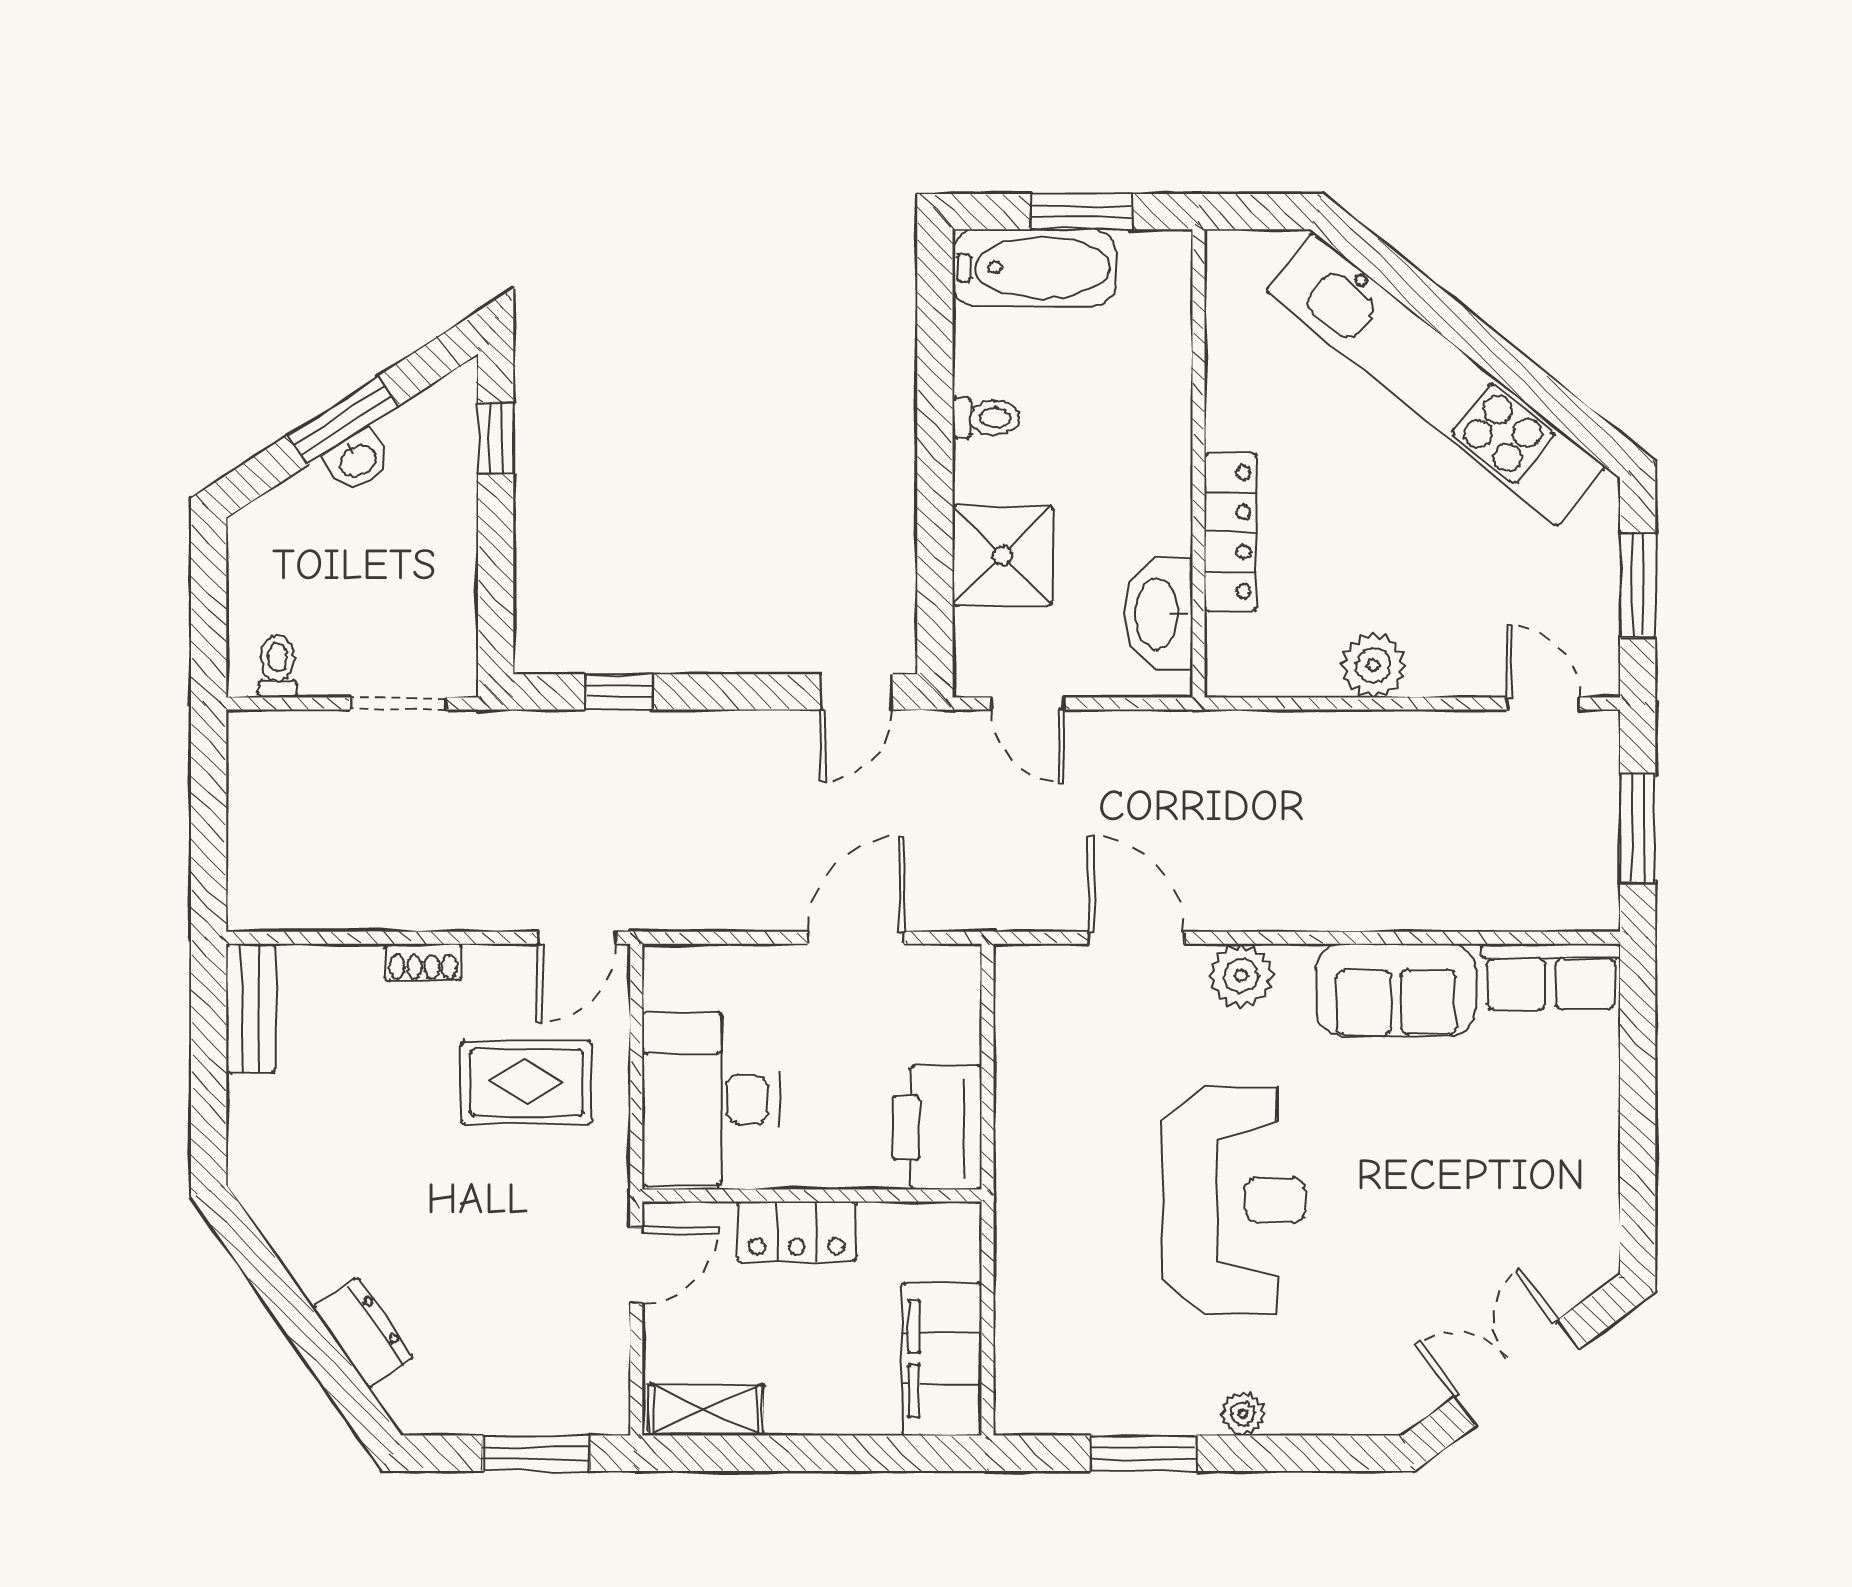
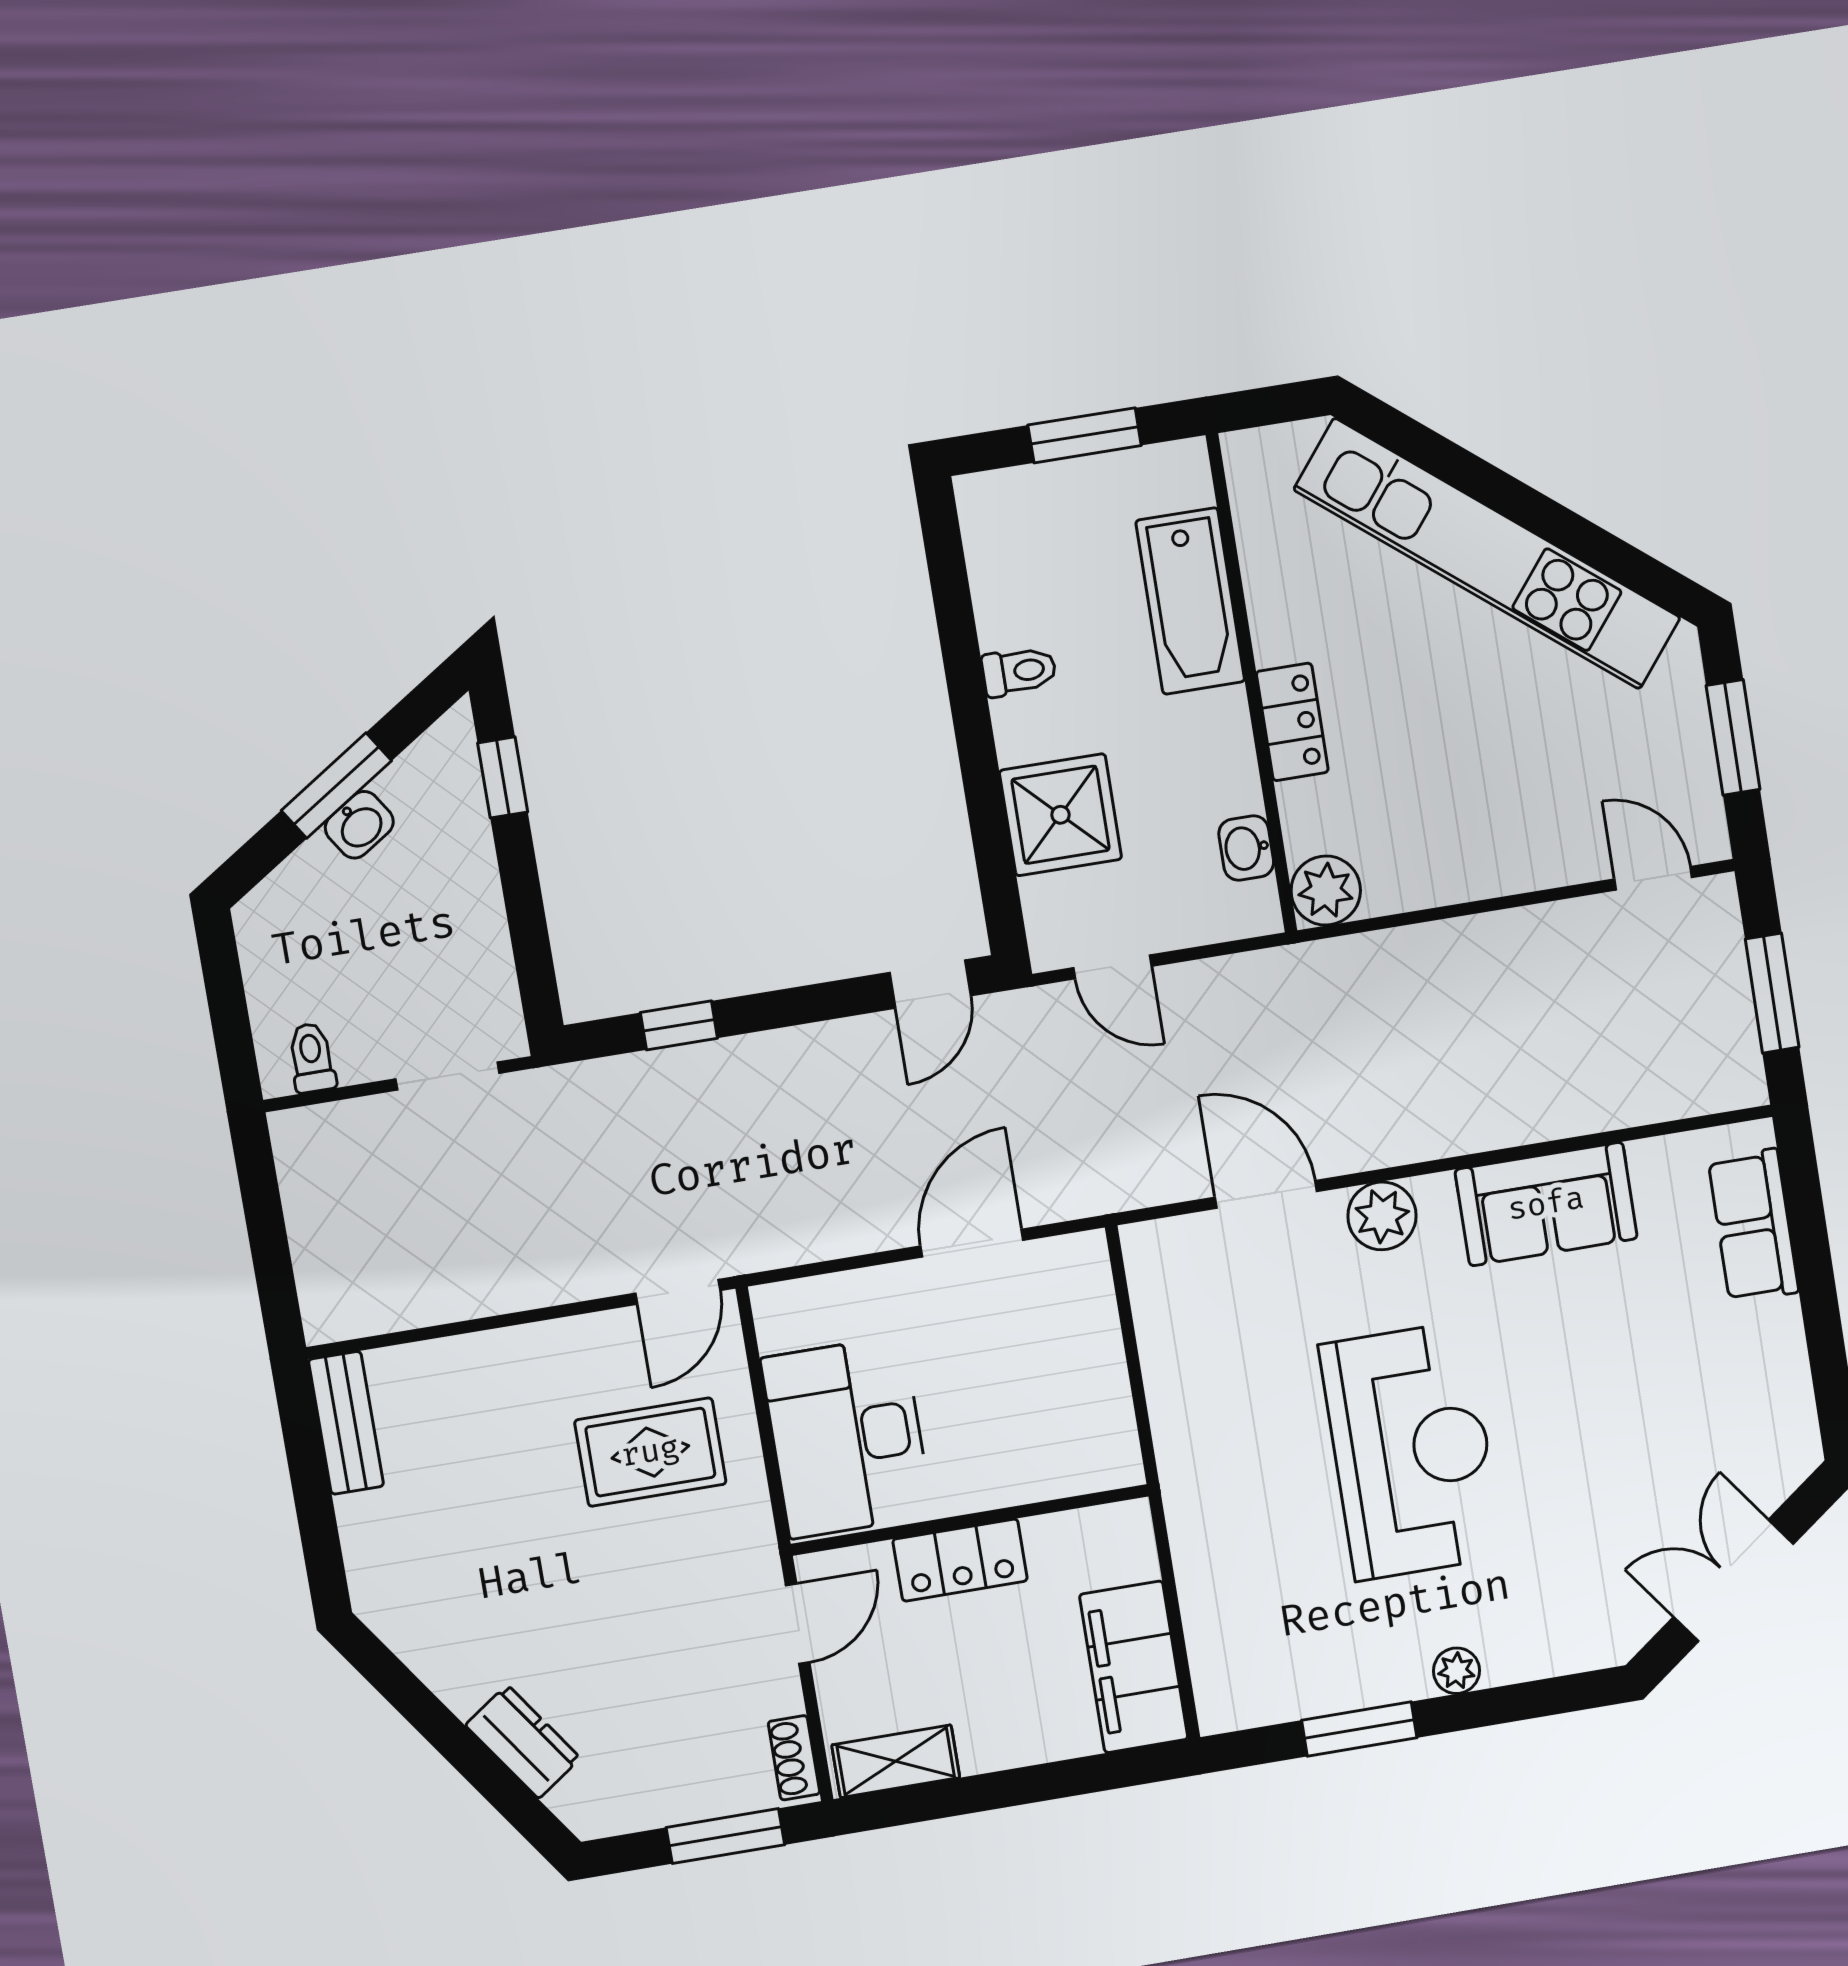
bathtub: (1034, 268) -> (1190, 601), moved, turned 90
locker: (1230, 532) -> (1292, 722), width x0.66
washbasin: (1159, 614) -> (1246, 848), width x0.52, depth x0.69
plant: (1373, 665) -> (1326, 891), moved
shoe rack: (423, 962) -> (794, 1758), moved, turned 90
row of seats: (1551, 977) -> (1753, 1226), moved, turned 90
printer: (937, 1128) -> (1090, 1427), removed

